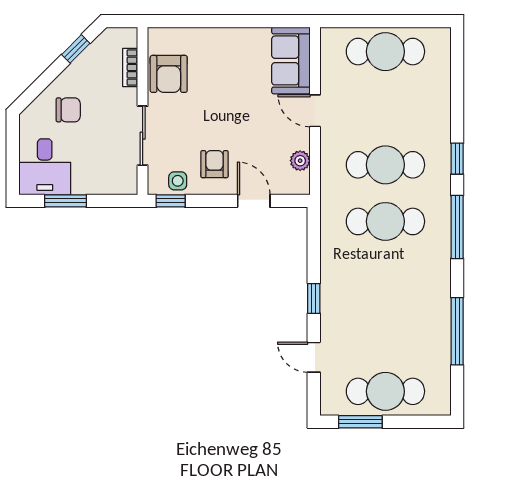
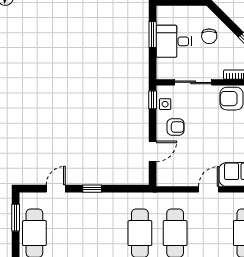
plant: (300, 161) -> (178, 180), removed
desk: (45, 167) -> (174, 41), moved

